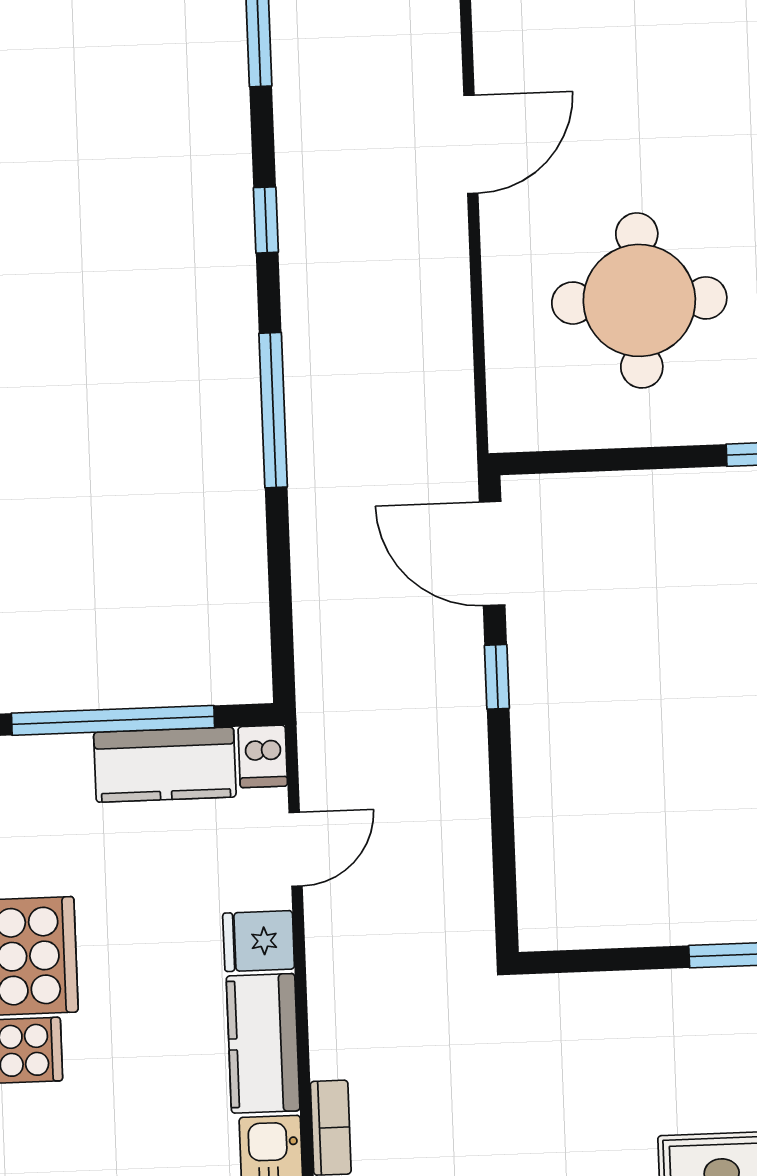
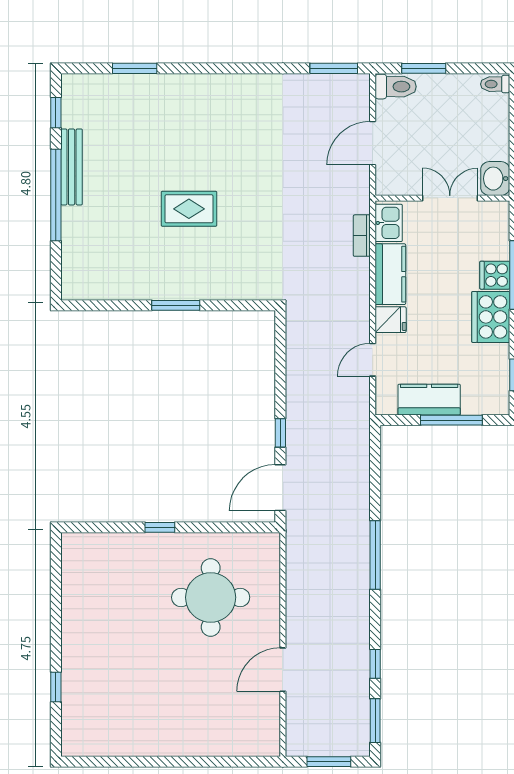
window: (266, 220) -> (375, 664), moved
door: (492, 553) -> (280, 488), swing flipped
window: (113, 720) -> (451, 420), width x0.68
dishwasher: (263, 756) -> (386, 402), removed

